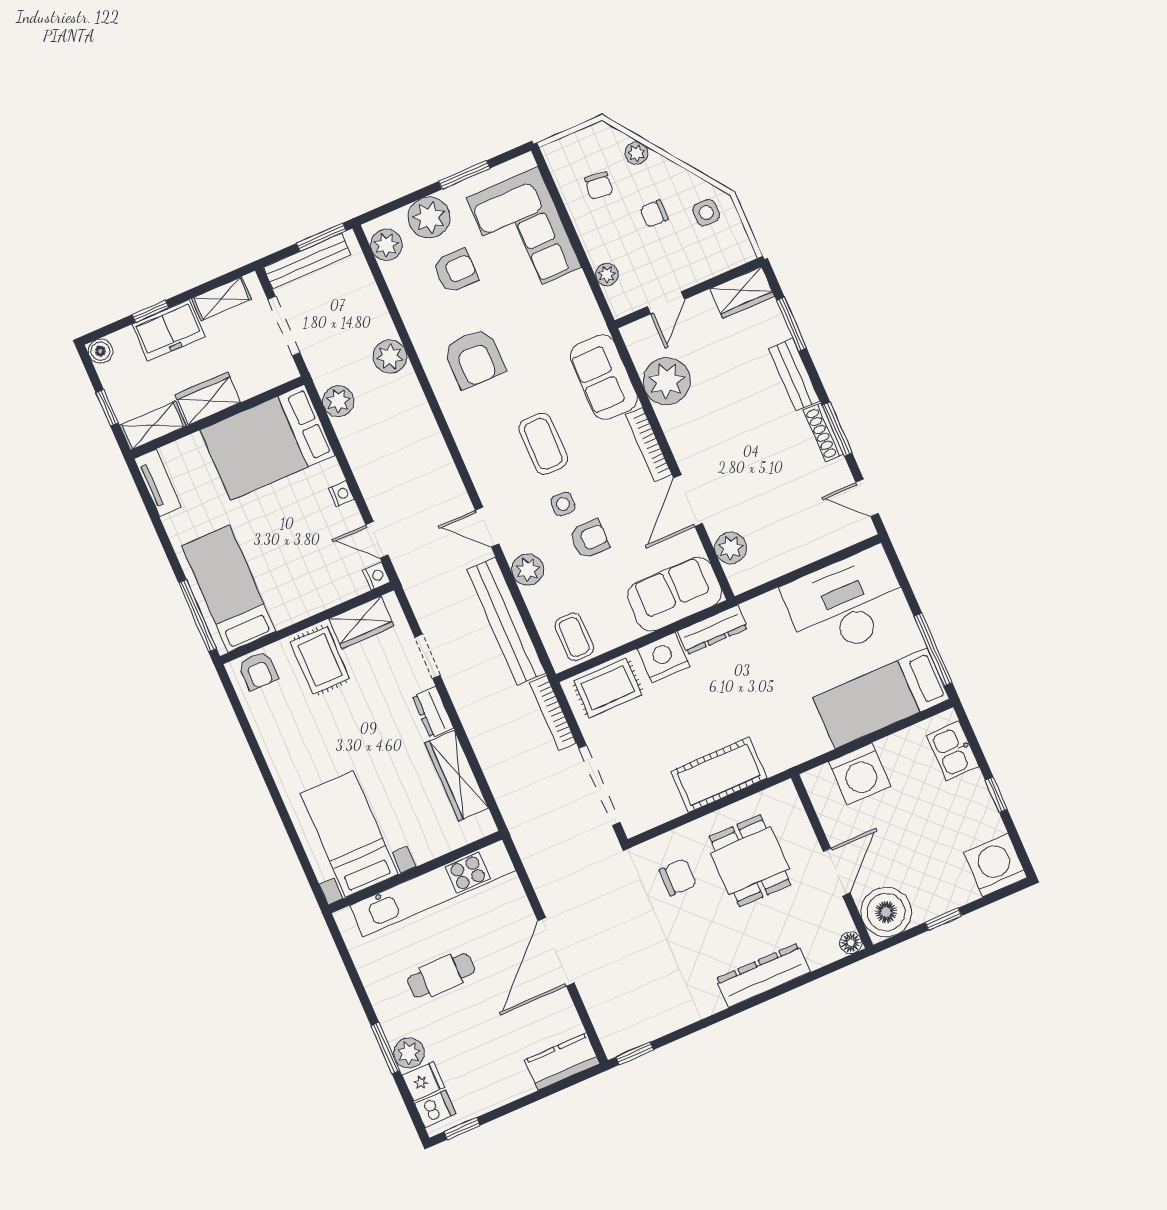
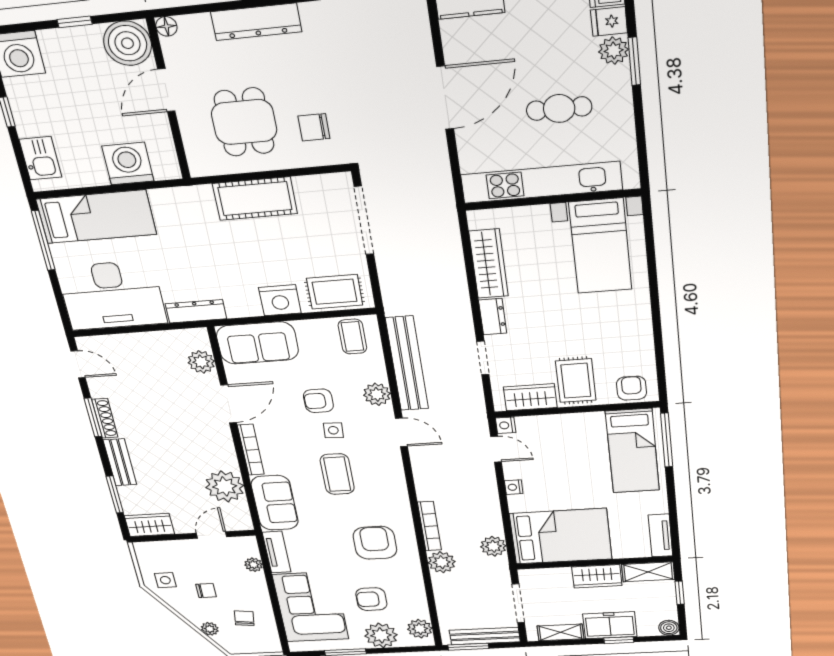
tv unit: (584, 304) -> (277, 552), added
dresser: (713, 630) -> (196, 311), moved
bookcase: (553, 713) -> (429, 526), moved

